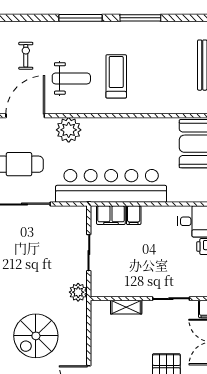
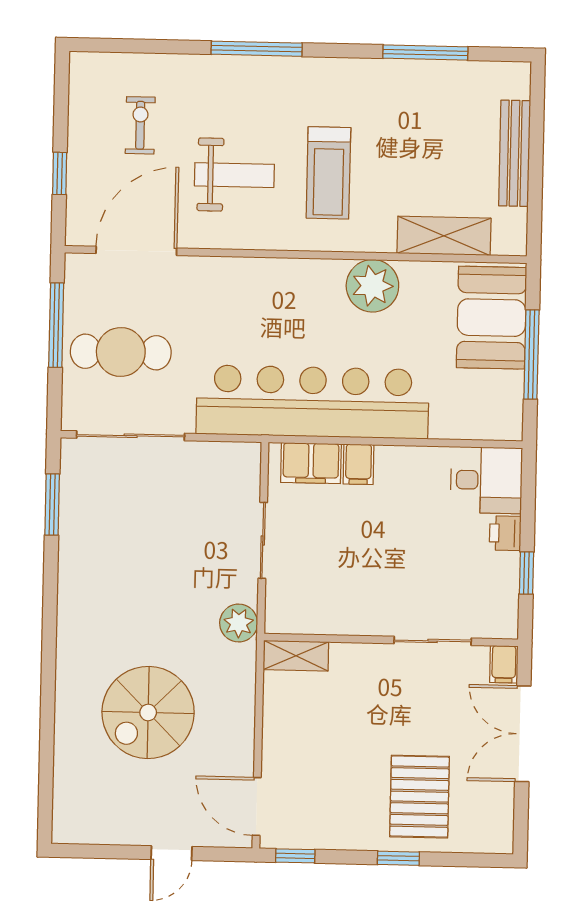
window: (140, 18) -> (425, 52), moved
treadmill: (116, 76) -> (328, 173), turned 180
shelving: (172, 105) -> (444, 236), added
plant: (69, 130) -> (372, 286), moved
shelving: (126, 307) -> (296, 656), moved

